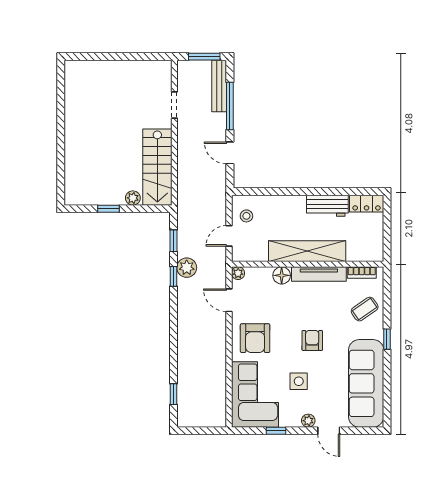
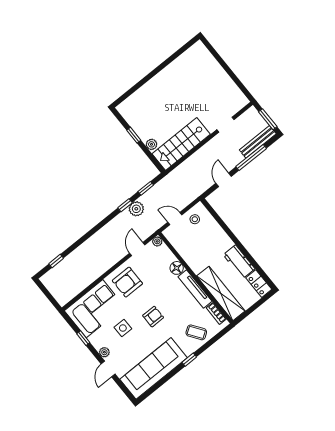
shelving: (307, 251) -> (221, 294), moved

